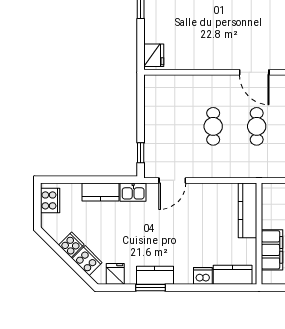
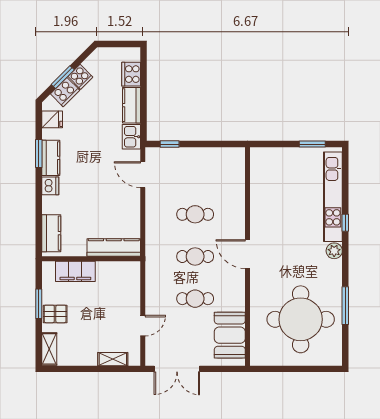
fridge: (154, 55) -> (264, 157), removed
door: (254, 72) -> (247, 254), hinge flipped
cooker: (50, 200) -> (131, 74), moved, turned 90
window: (72, 263) -> (63, 77), added
dishwasher: (203, 276) -> (50, 186), moved

